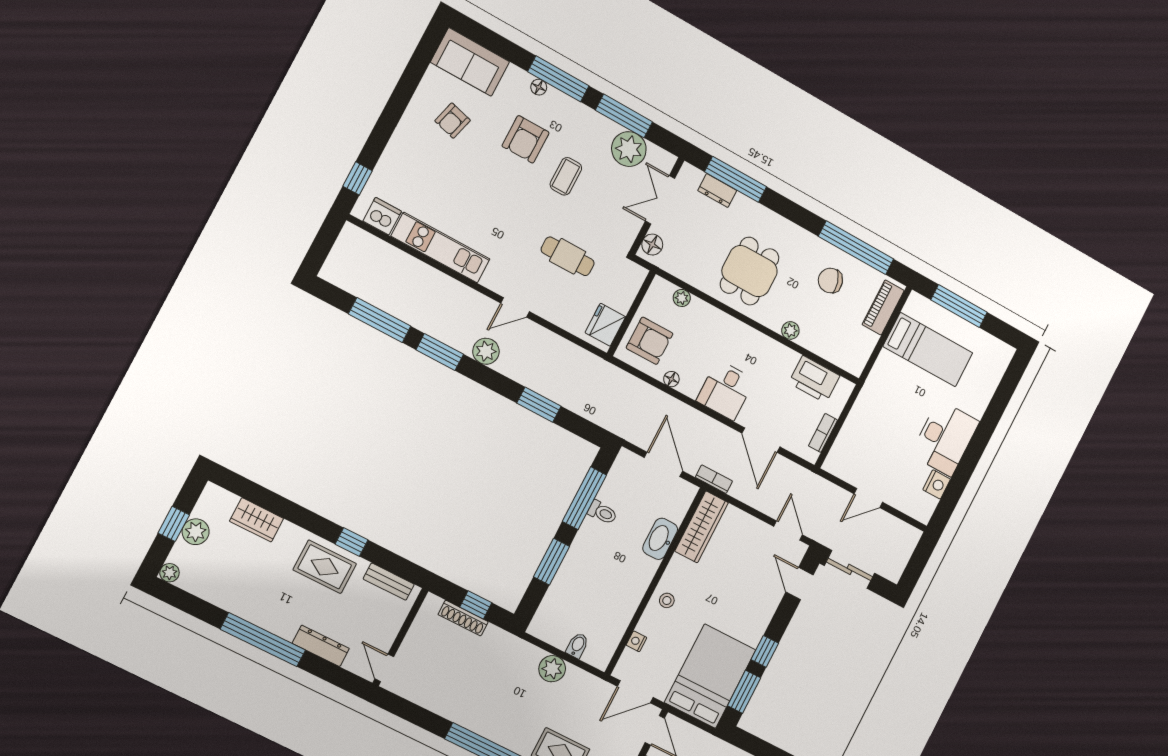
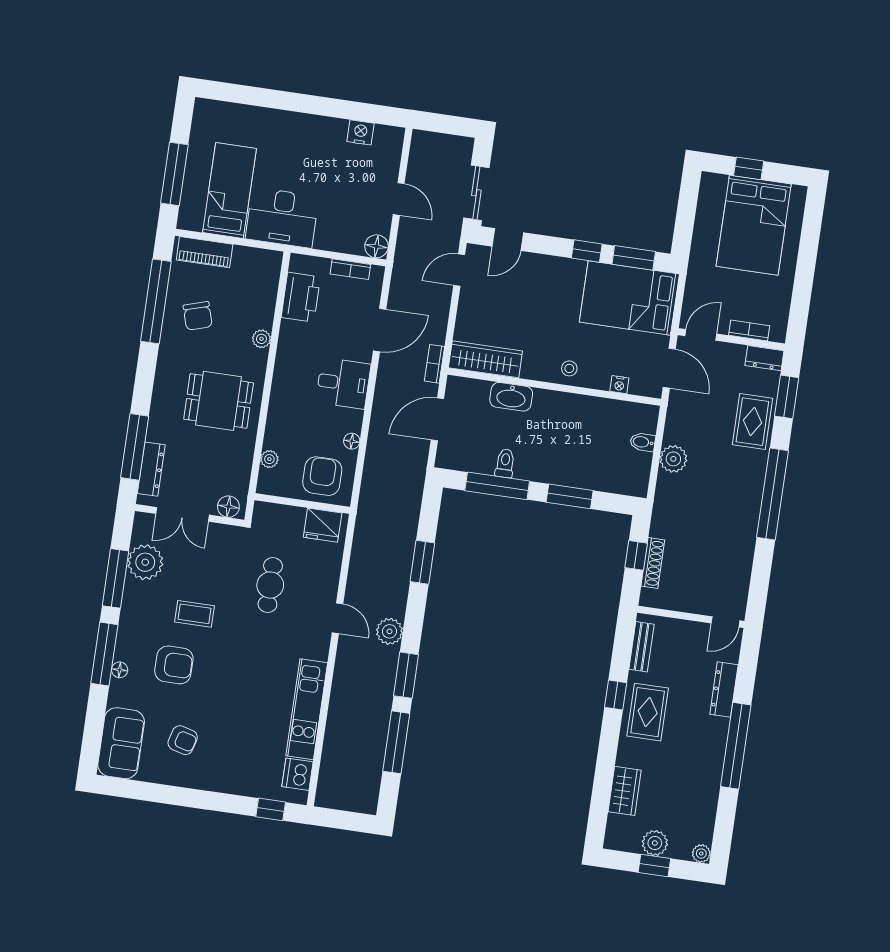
dresser: (717, 190) -> (151, 469), width x1.44
desk: (945, 438) -> (282, 218), moved, turned 180
floor lamp: (835, 464) -> (376, 246), added

